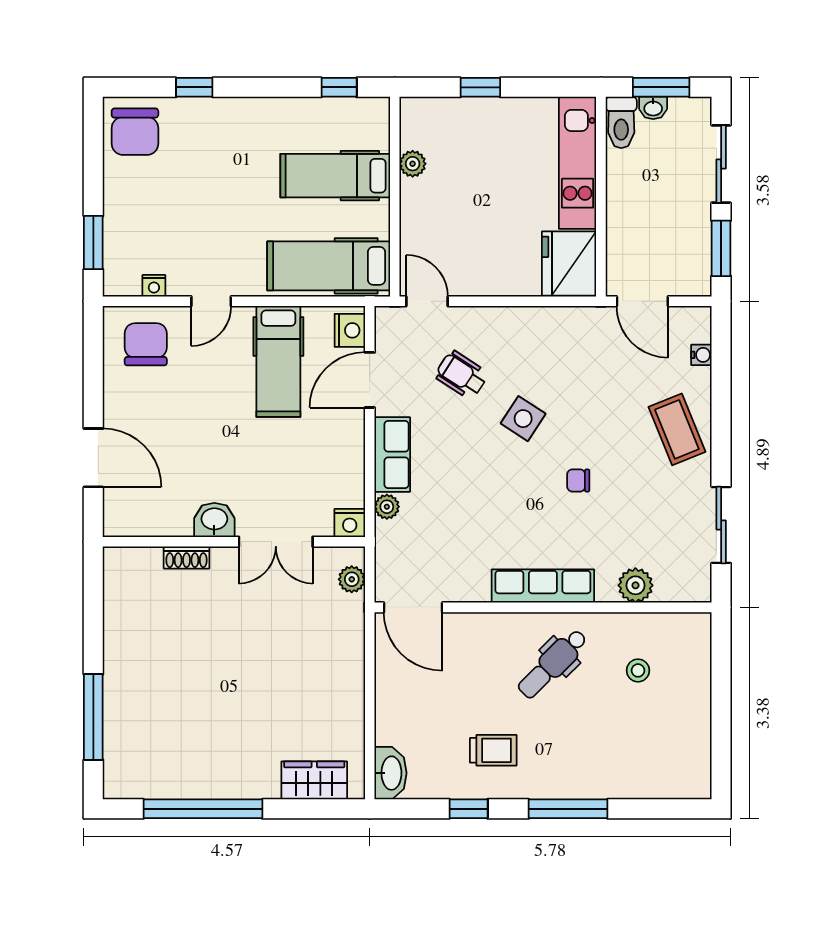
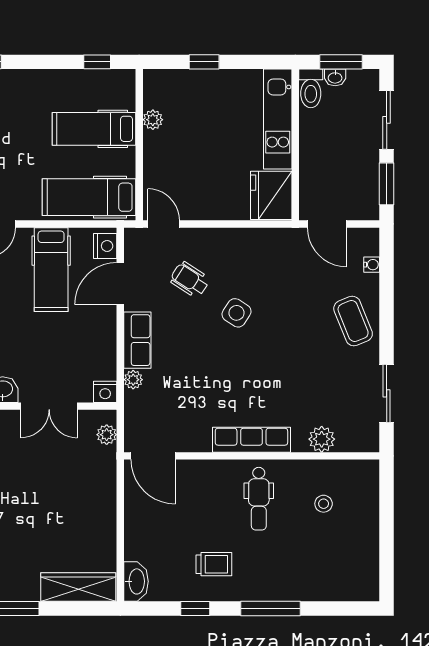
chair: (578, 480) -> (278, 360), removed
dental chair: (553, 664) -> (259, 499), turned -45
wardrobe: (314, 780) -> (78, 587), width x1.50

